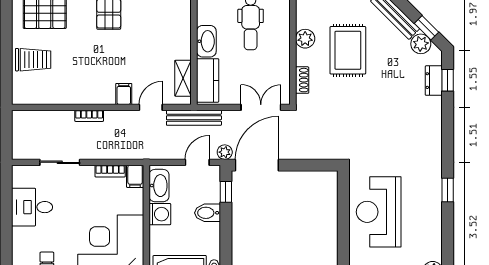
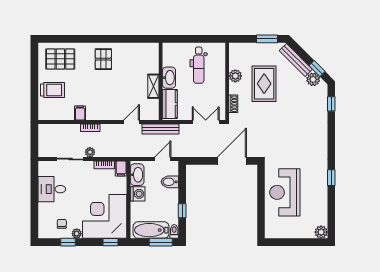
shelving: (183, 78) -> (153, 86), moved
dresser: (434, 81) -> (322, 104), removed
filing cabinet: (124, 94) -> (80, 113), moved
plant: (225, 152) -> (90, 152), moved
door: (257, 165) -> (232, 161), moved
window: (226, 192) -> (182, 211), moved
bidet: (208, 213) -> (170, 182), moved

